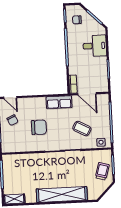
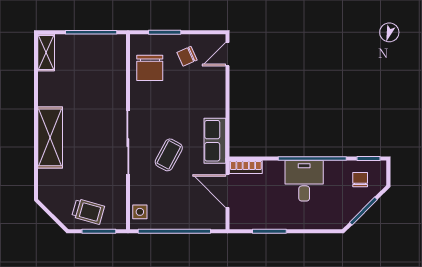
desk: (95, 46) -> (304, 181), moved, turned 180
door: (87, 94) -> (228, 191), hinge flipped
chair: (39, 127) -> (150, 68), moved
coffee table: (82, 129) -> (169, 155), moved
shelving: (62, 194) -> (50, 137), width x0.68

